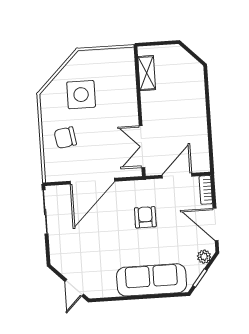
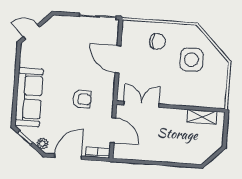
chair: (65, 138) -> (157, 42), turned 99
door: (92, 181) -> (118, 59), width x0.73

